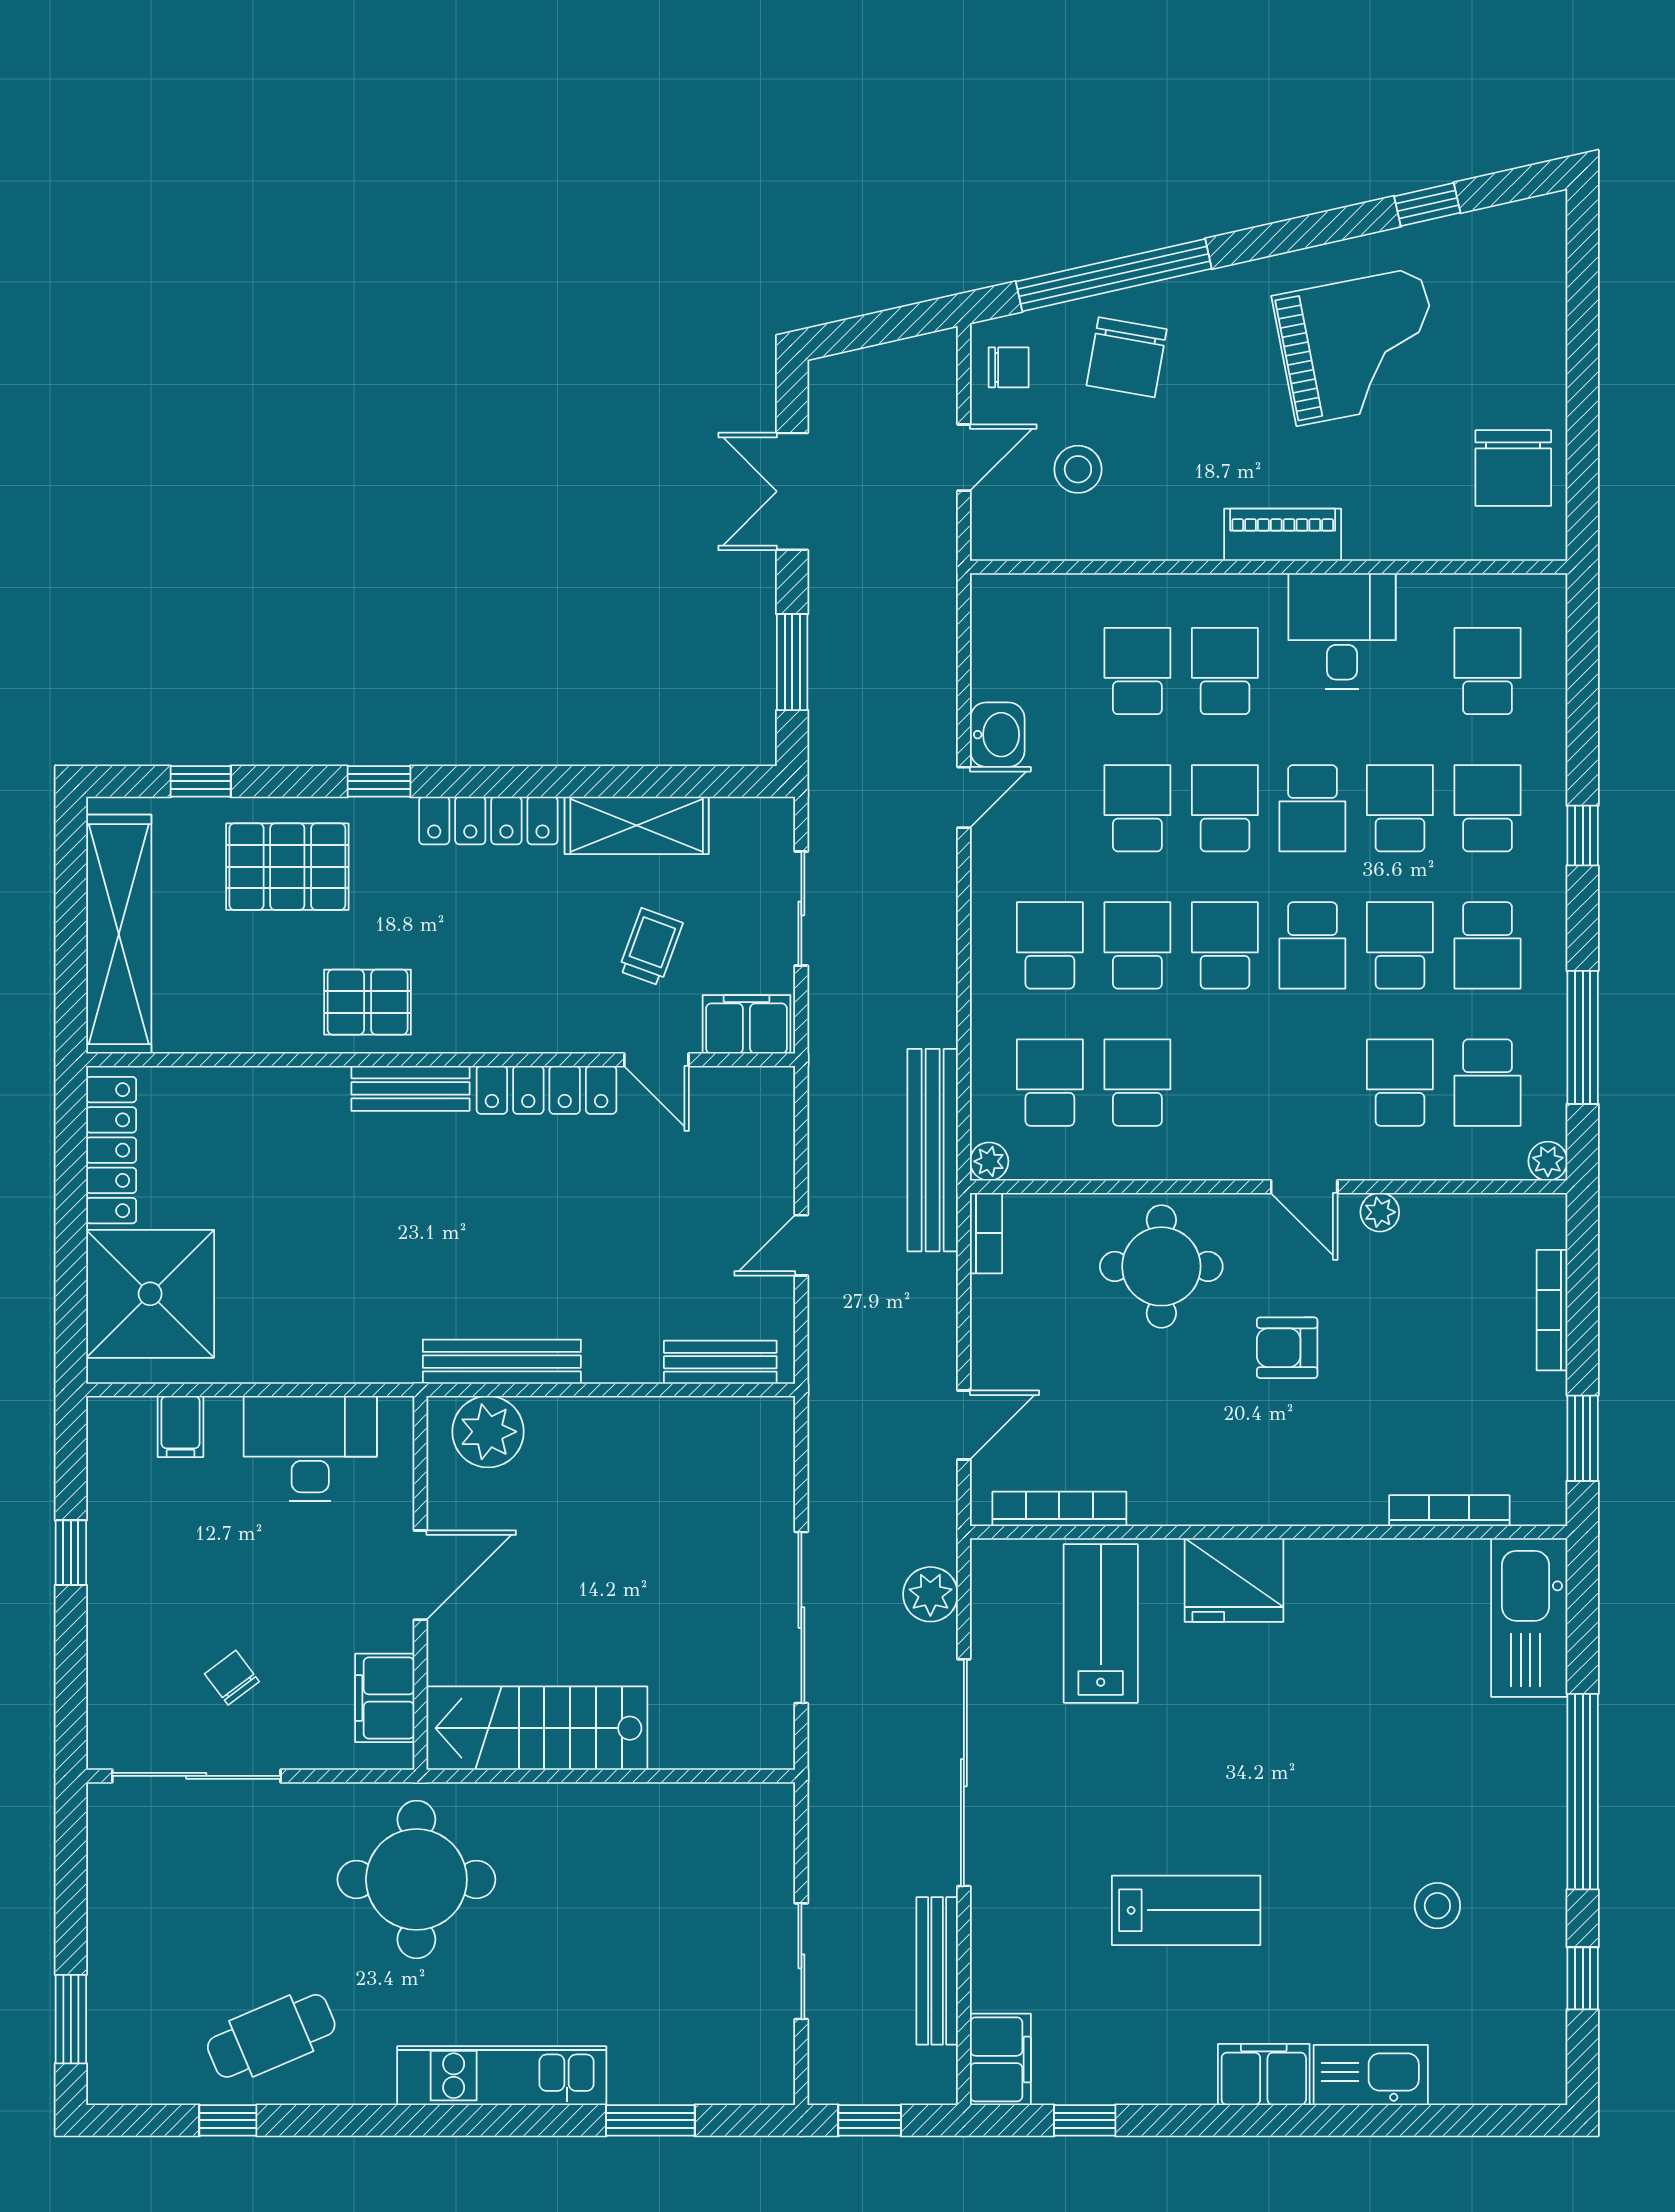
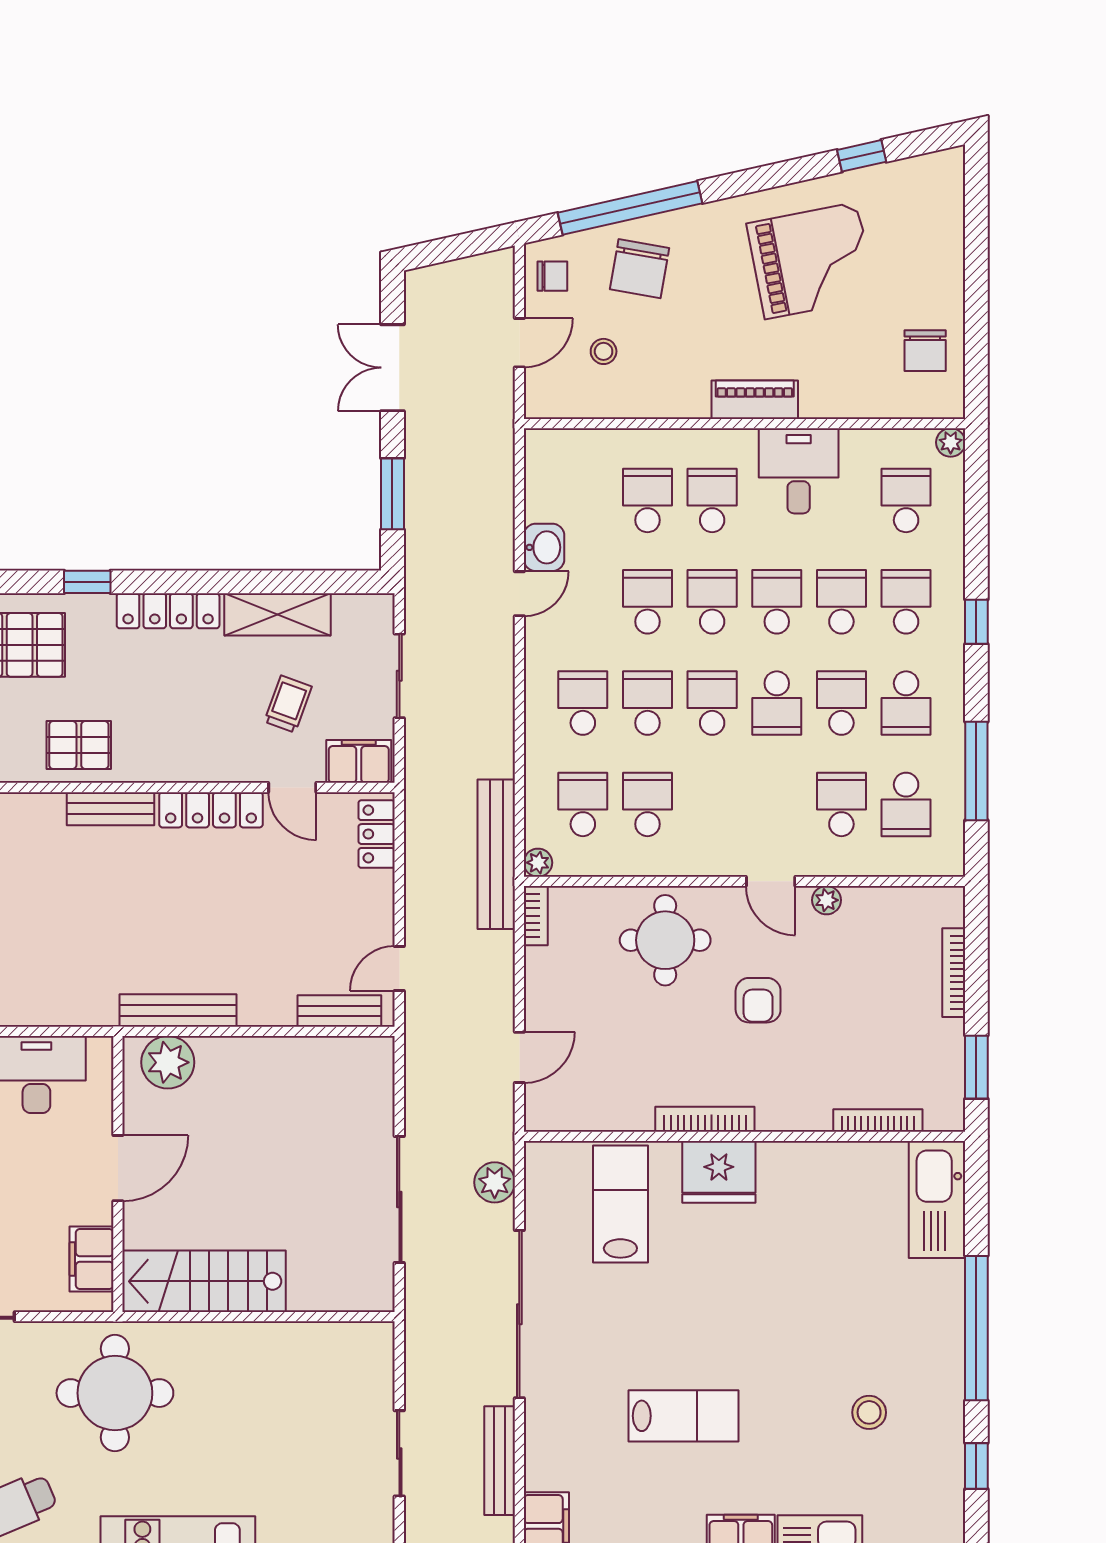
chair: (1513, 468) -> (925, 351), width x0.73, depth x0.73
stool: (1078, 469) -> (604, 351), width x0.73, depth x0.73
school desk: (1312, 808) -> (777, 602), turned 180
locker: (771, 1123) -> (377, 834), added
plant: (1548, 1161) -> (951, 442), moved
door: (801, 1245) -> (399, 969), moved
armchair: (1287, 1348) -> (758, 1000), turned -90
bookcase: (1059, 1509) -> (705, 1119), moved

